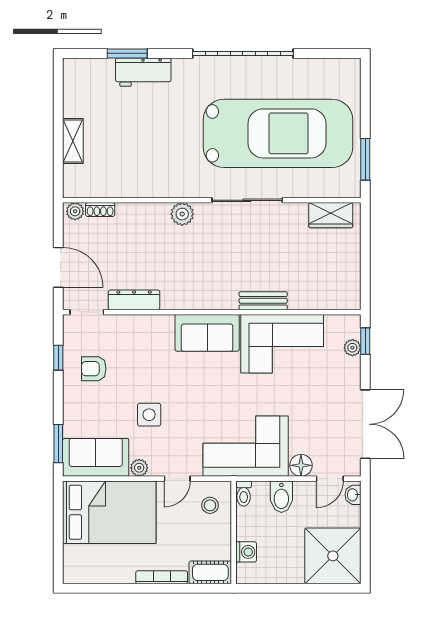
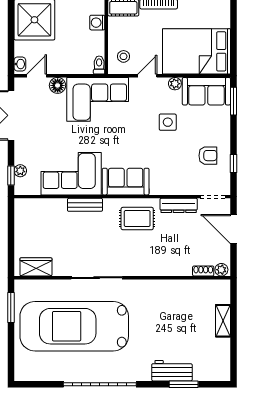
plant: (182, 214) -> (144, 268), removed
rug: (191, 282) -> (137, 219), added
bidet: (281, 497) -> (72, 63), removed

